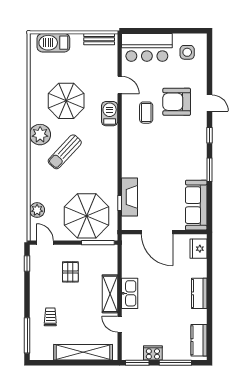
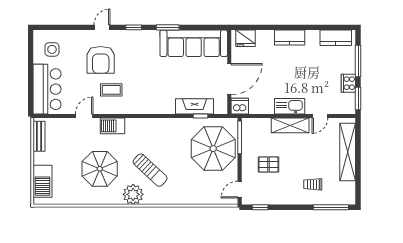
sofa: (196, 205) -> (194, 43), width x1.36, depth x1.27
plant: (37, 210) -> (207, 197), removed
dishwasher: (130, 243) -> (240, 106), added

